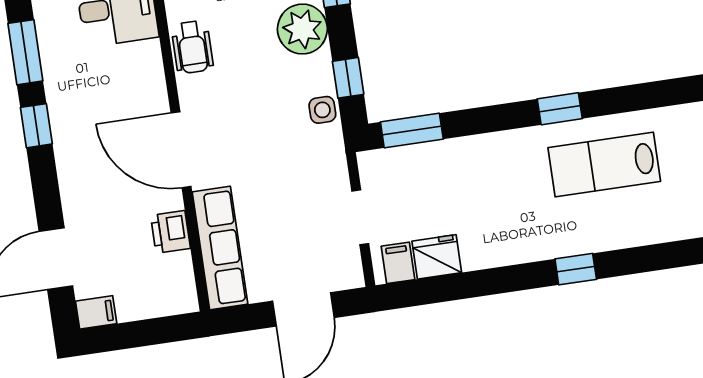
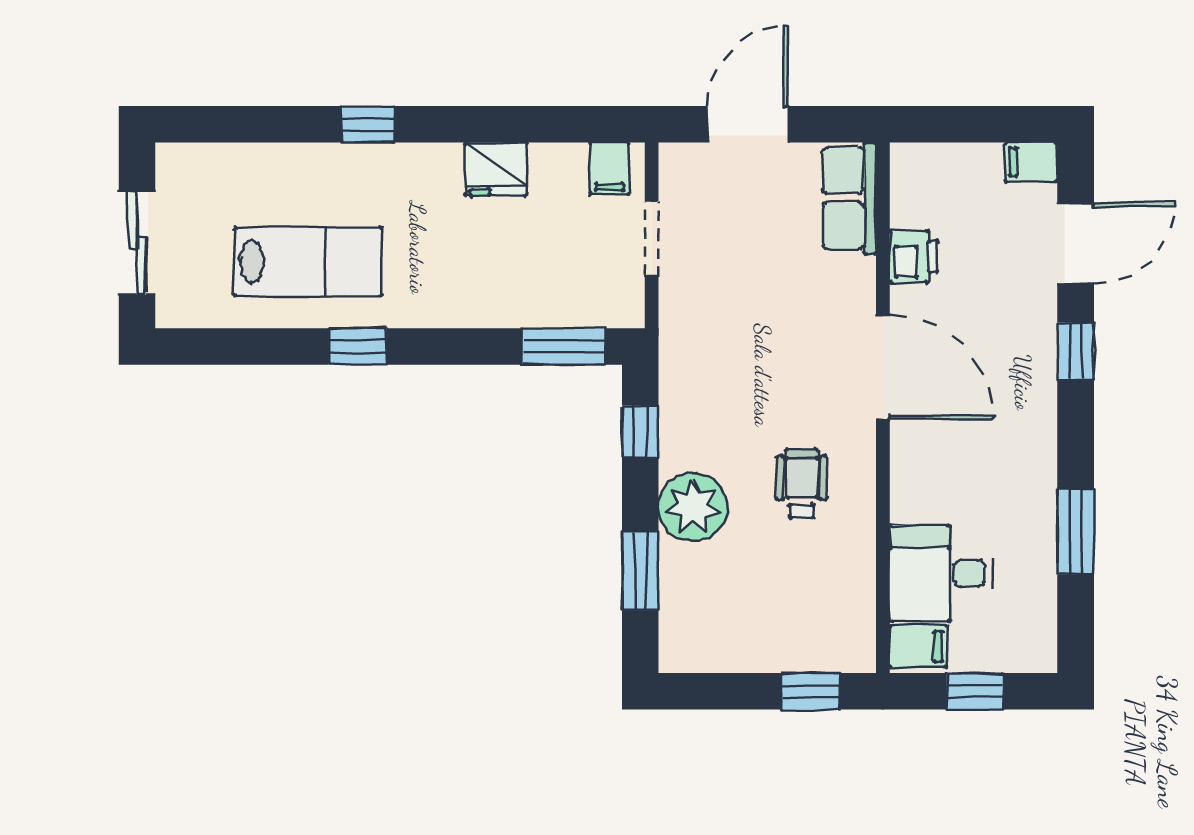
wheelchair: (192, 47) -> (801, 483), moved
side table: (322, 110) -> (682, 393), removed
window: (36, 126) -> (1076, 351), moved
row of seats: (220, 248) -> (849, 198), width x0.68
fridge: (437, 257) -> (496, 169), moved

